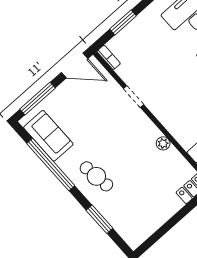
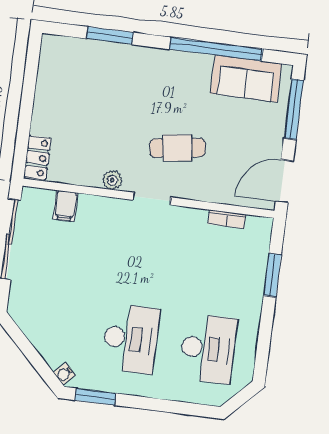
bookcase: (109, 57) -> (227, 219), moved
doorway: (134, 96) -> (152, 199), moved
cafe table: (96, 176) -> (177, 148), moved

